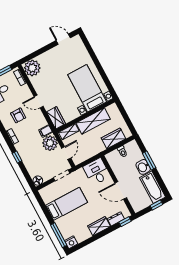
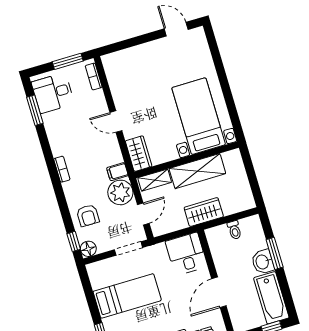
plant: (32, 68) -> (117, 65), removed
armchair: (18, 115) -> (88, 215), moved
wardrobe: (114, 138) -> (204, 212), moved
window: (17, 157) -> (74, 241), moved
door: (121, 190) -> (219, 292), hinge flipped

